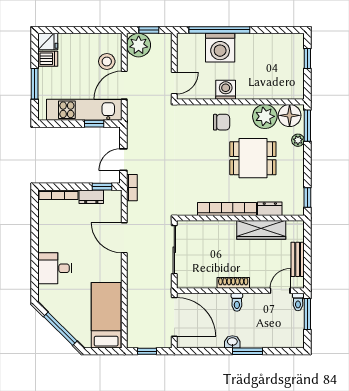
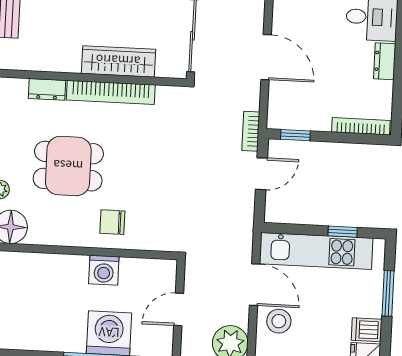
door: (174, 83) -> (179, 309), moved
door: (124, 85) -> (255, 285), hinge flipped
plant: (265, 116) -> (47, 227), removed
window: (94, 124) -> (343, 232), moved
dresser: (91, 197) -> (385, 61), moved, turned -90
wardrobe: (261, 230) -> (118, 61), moved

